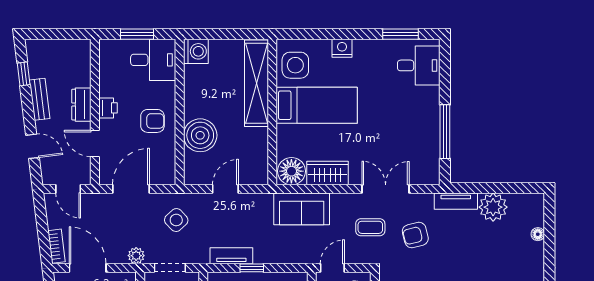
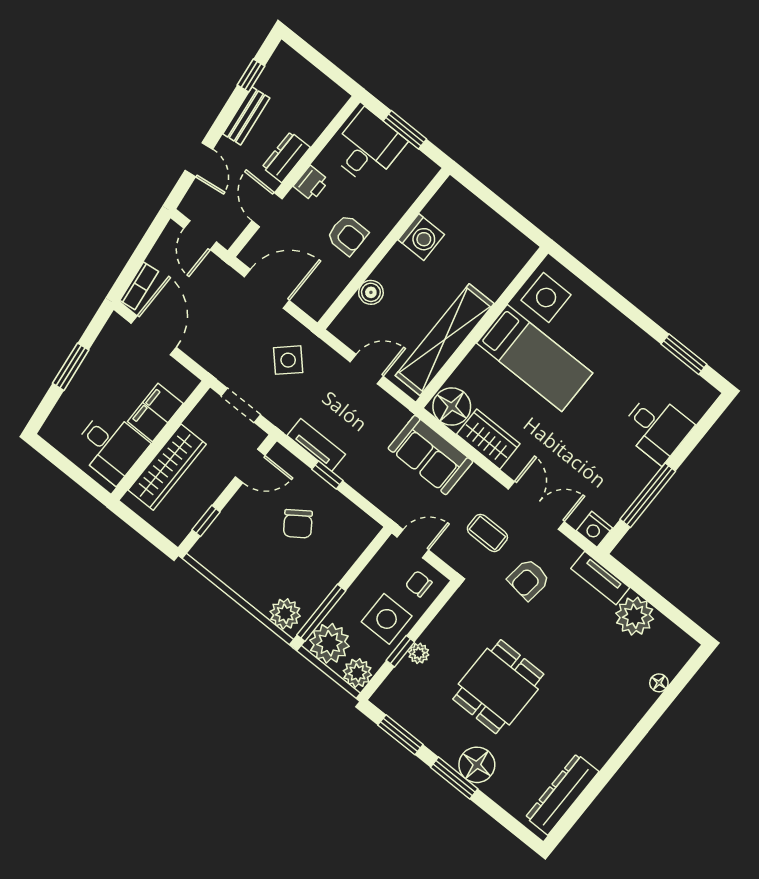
nightstand: (342, 48) -> (594, 529), moved, turned 180
washing machine: (196, 51) -> (421, 237), moved
desk: (153, 60) -> (367, 147), moved, turned -90
desk: (419, 65) -> (656, 428), moved
shelving: (257, 83) -> (445, 340), moved
boiler: (200, 135) -> (371, 292), width x0.54, depth x0.54
armchair: (415, 235) -> (529, 579), turned -69
plant: (136, 256) -> (216, 364), removed

